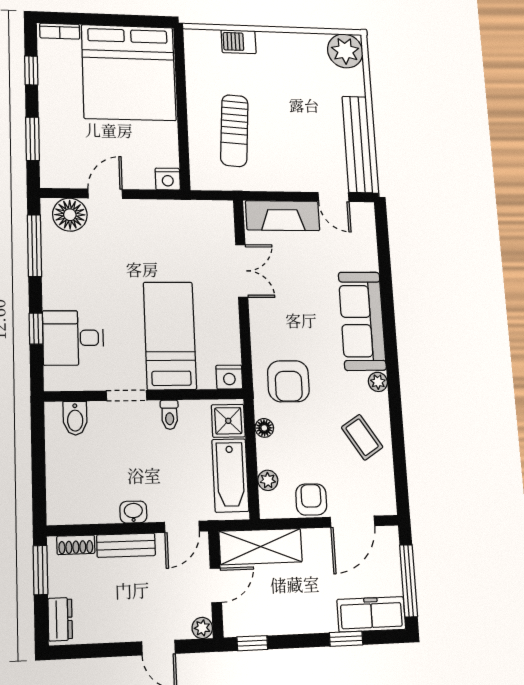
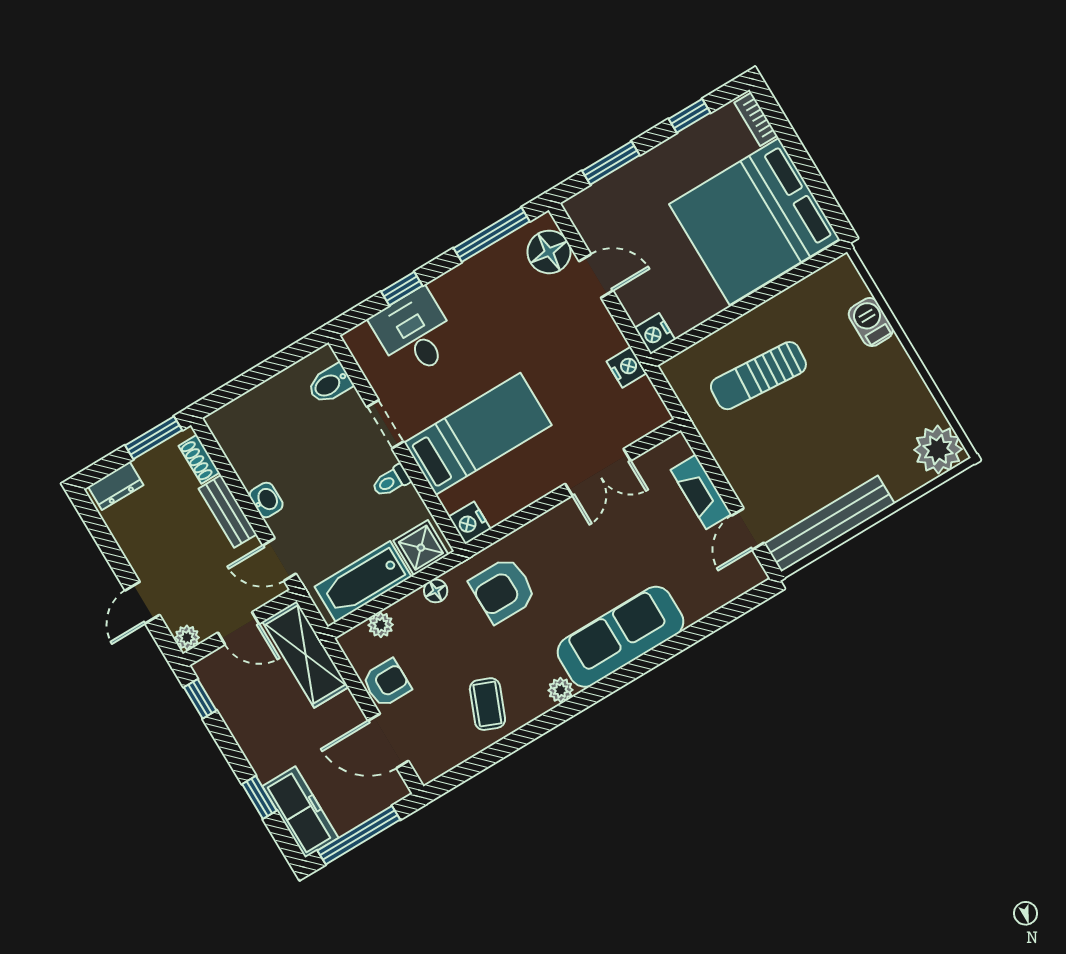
nightstand: (180, 210) -> (627, 367), added
fireplace: (283, 216) -> (701, 492), width x0.73, depth x0.76
coffee table: (362, 437) -> (487, 704), turned -35

